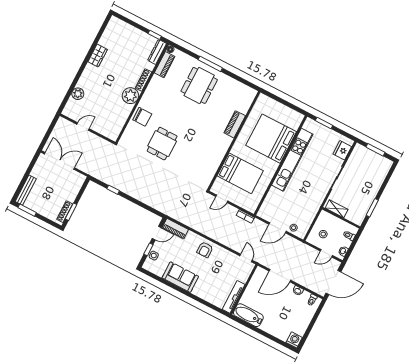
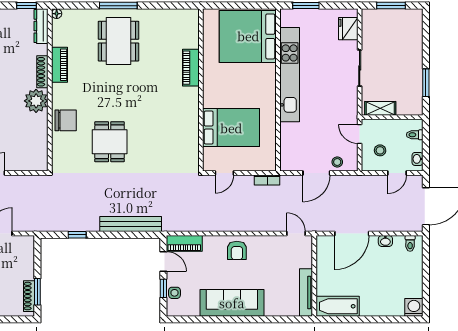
piano: (165, 65) -> (59, 65), moved
bed: (271, 139) -> (248, 36), moved
bench: (149, 200) -> (131, 224), added
door: (316, 218) -> (360, 134), added
door: (157, 233) -> (163, 261), hinge flipped
sofa: (180, 277) -> (232, 303), width x1.36

